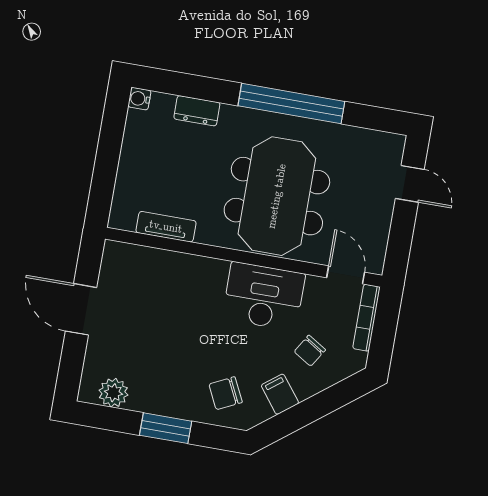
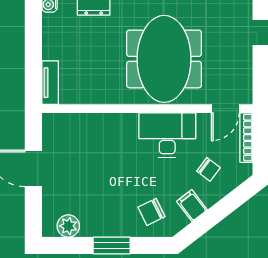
tv unit: (166, 227) -> (50, 83), moved, turned 90
door: (346, 275) -> (225, 109), swing flipped
chair: (310, 351) -> (209, 169), turned -85

